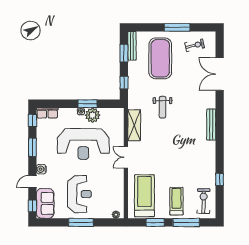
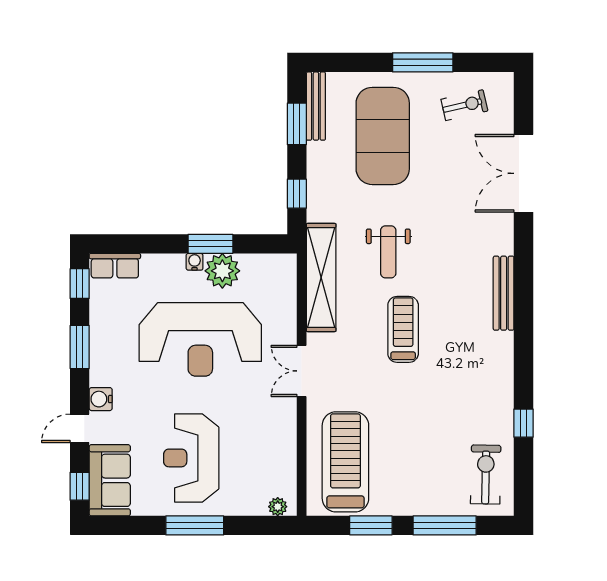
shelving: (134, 125) -> (321, 278), width x1.47
reception desk: (79, 194) -> (191, 458), turned 180
treadmill: (176, 201) -> (403, 329), moved

